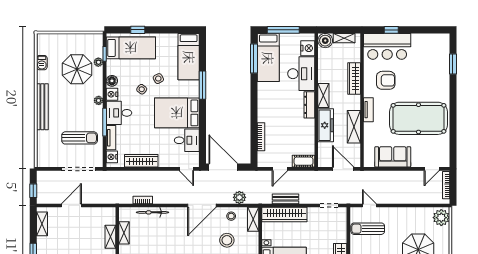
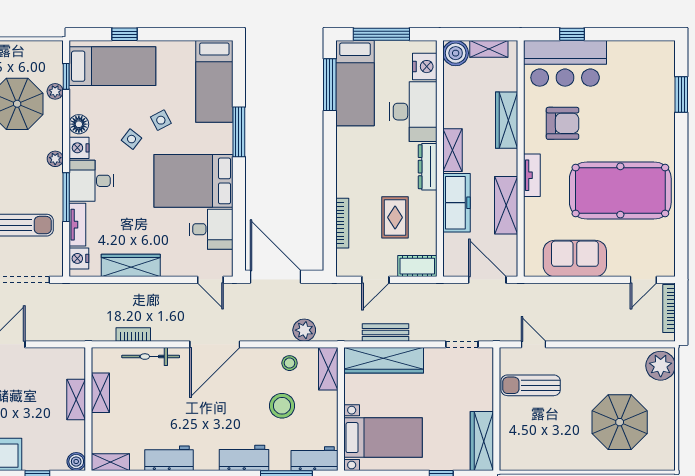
rug: (291, 134) -> (395, 217), added
door: (202, 205) -> (215, 344), moved

